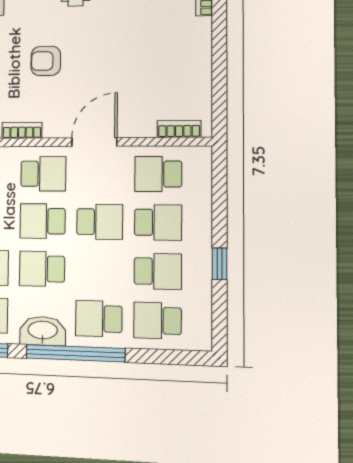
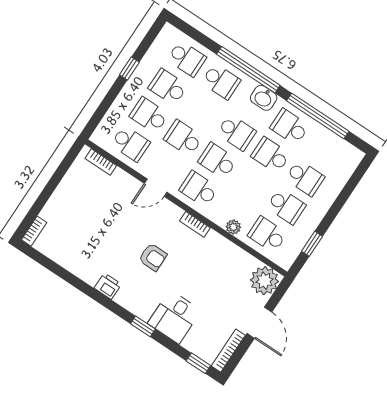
door: (94, 142) -> (156, 188), width x0.73
school desk: (43, 221) -> (218, 161), turned 180
washbasin: (43, 331) -> (264, 98), width x0.72

